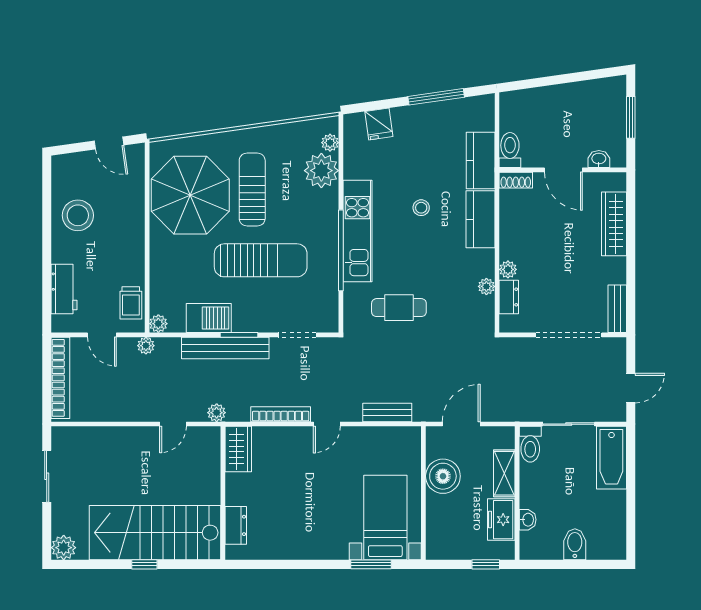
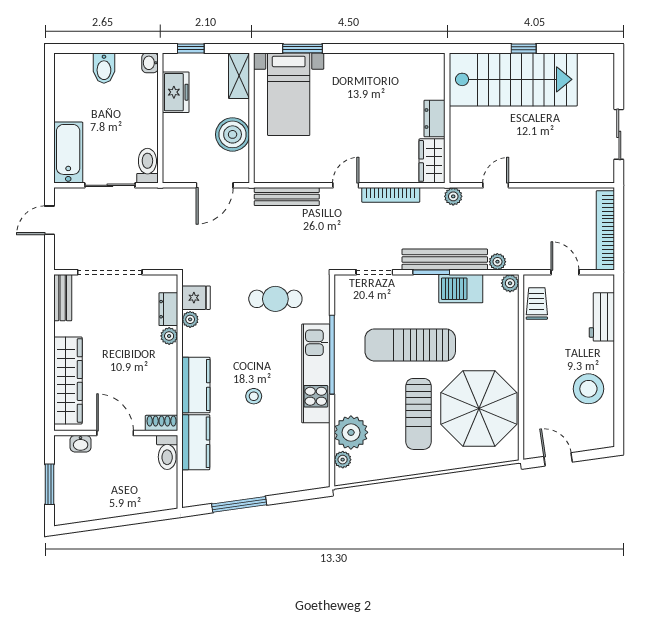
fridge: (379, 124) -> (196, 298), moved, turned 98
wardrobe: (614, 224) -> (68, 380), width x1.40, depth x1.17
plant: (146, 346) -> (497, 262), moved
bench: (387, 412) -> (287, 197), width x1.36
shelving: (504, 473) -> (239, 76), moved
washbasin: (528, 520) -> (150, 63), moved
dresser: (236, 525) -> (435, 119), moved
plant: (64, 548) -> (602, 65), removed

